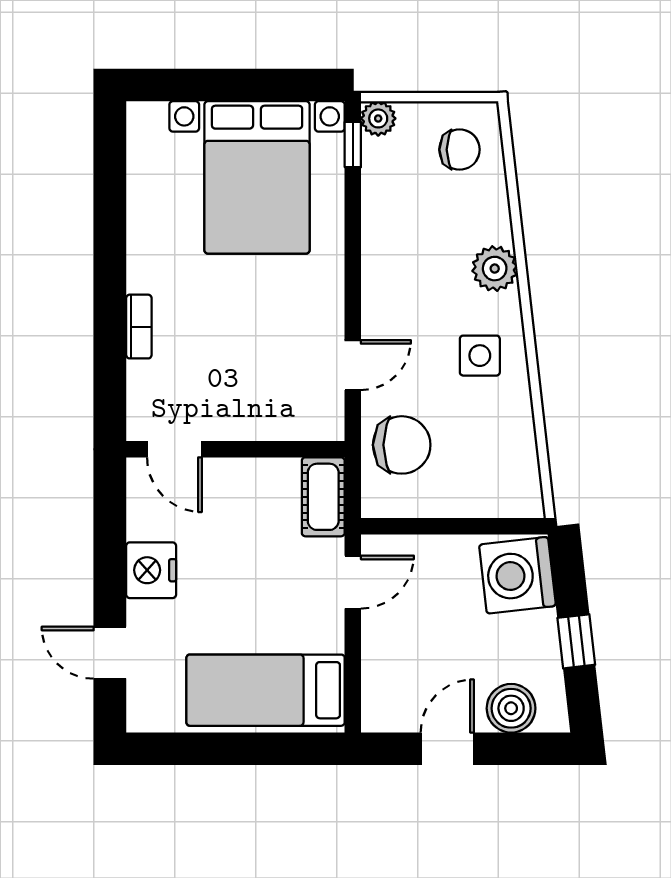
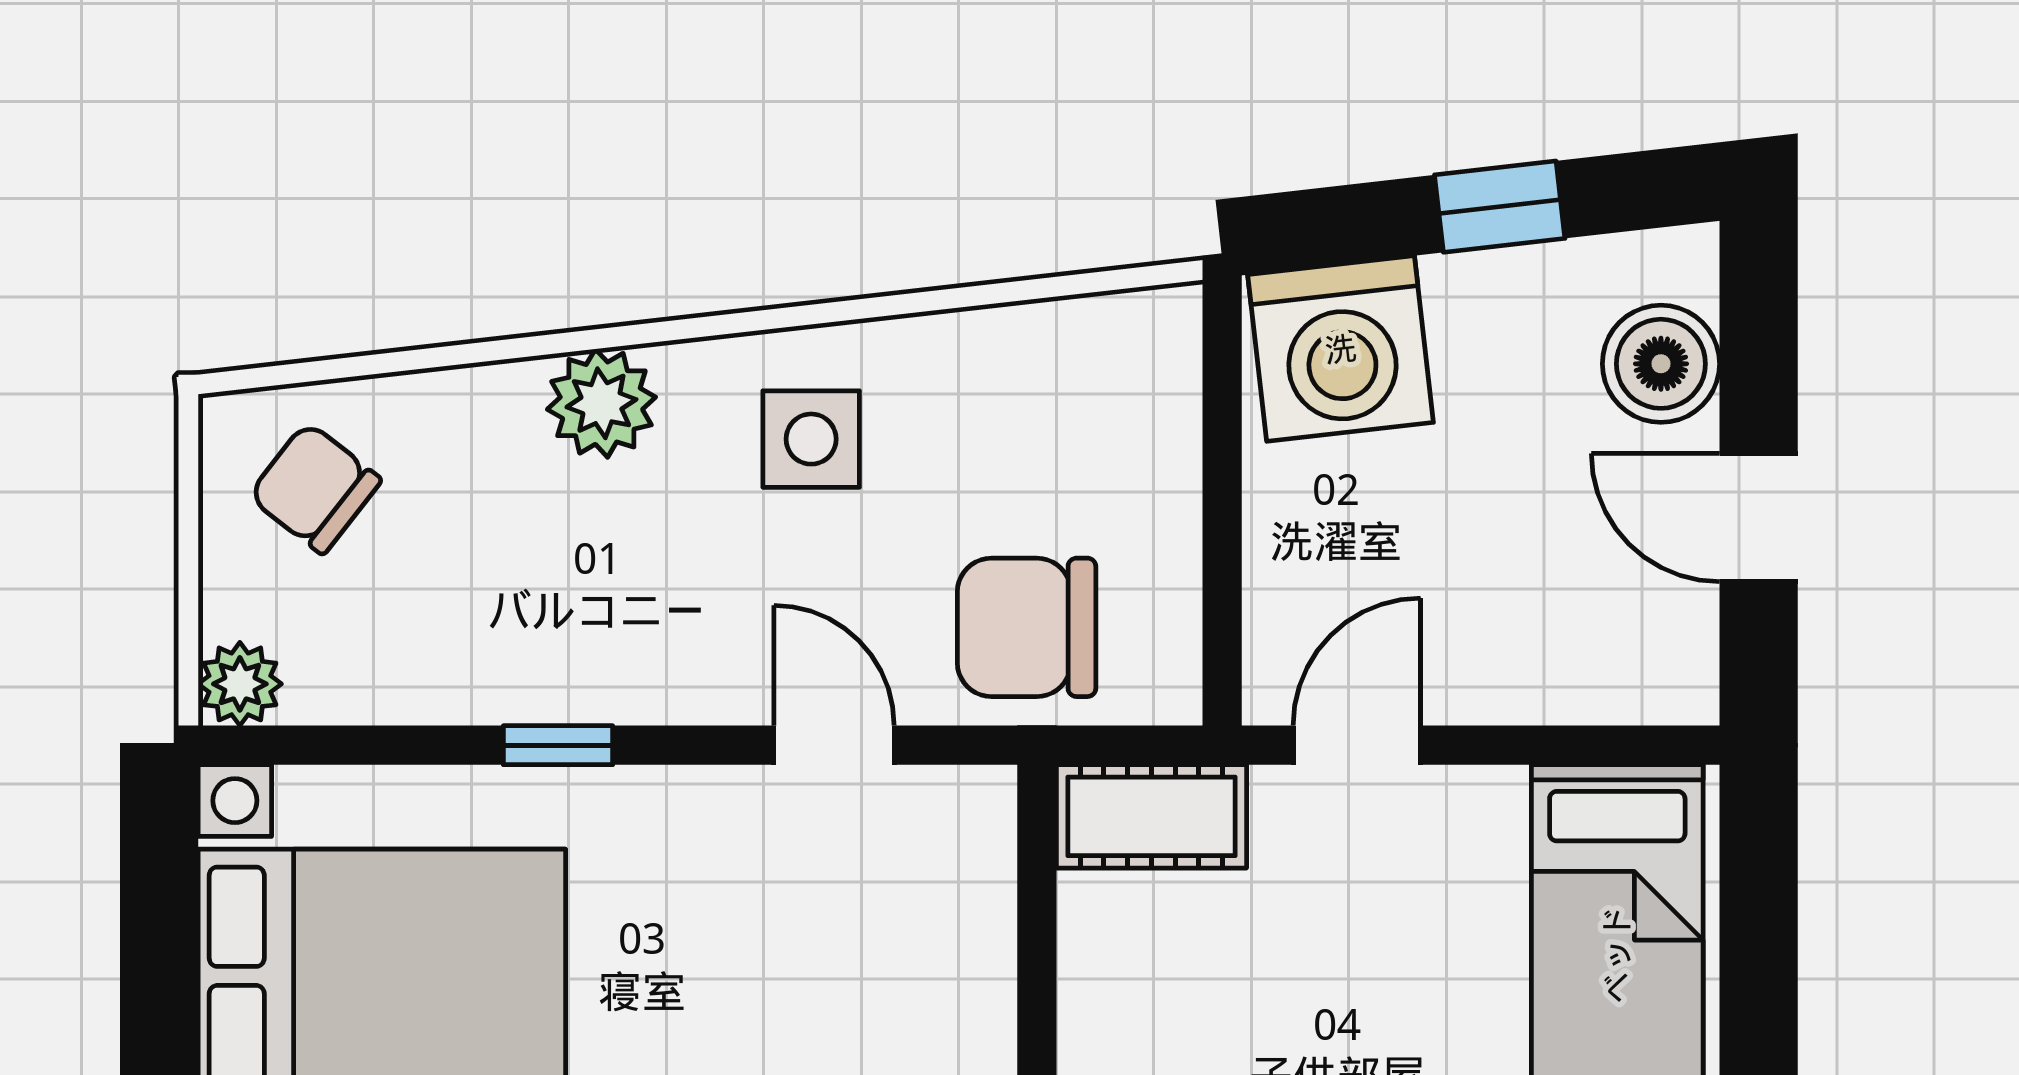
window: (353, 145) -> (558, 745), moved
chair: (460, 150) -> (315, 488), turned -52
chair: (402, 445) -> (1027, 627), turned -90
door: (353, 582) -> (1357, 745), hinge flipped

